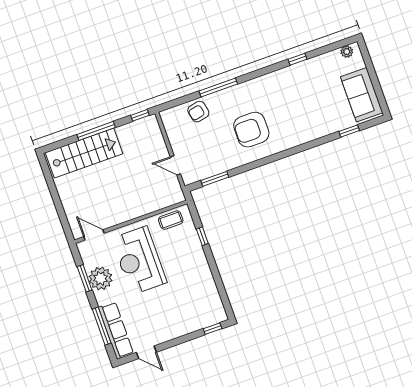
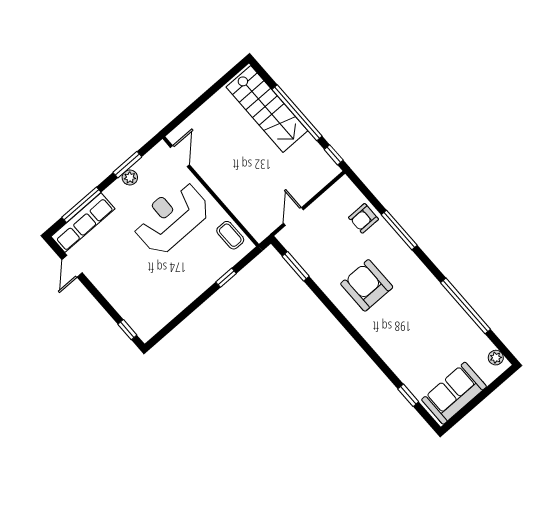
window: (297, 59) -> (466, 306), width x3.17
armchair: (198, 112) -> (364, 218), turned -78
window: (96, 131) -> (297, 113), width x1.46
plant: (100, 278) -> (130, 177), width x0.53, depth x0.53

